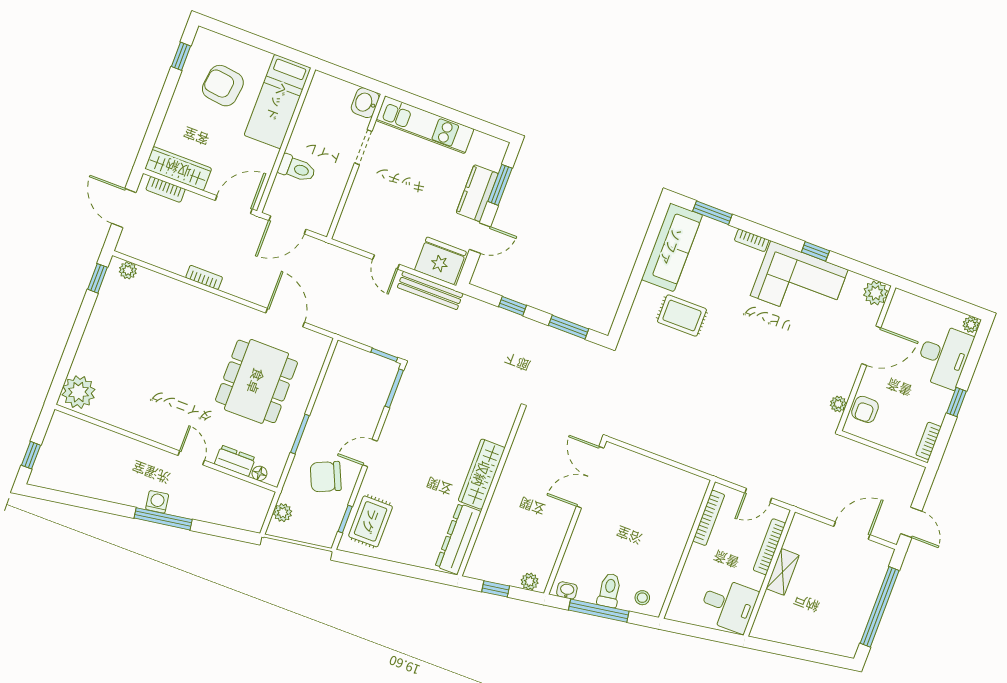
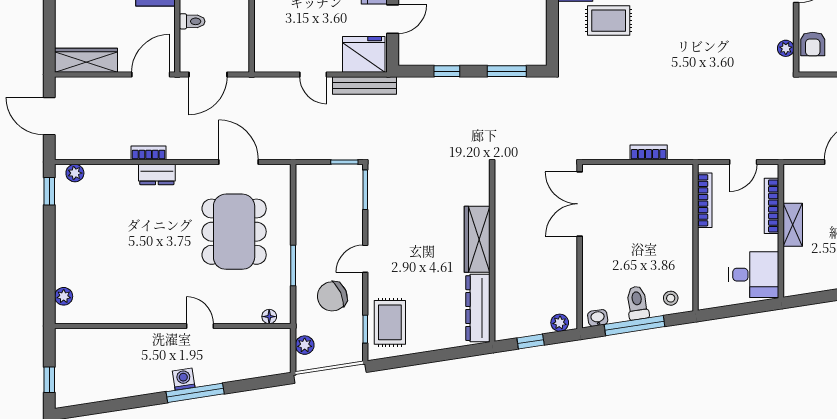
toilet: (297, 168) -> (192, 21), width x0.73, depth x0.72
bookcase: (166, 189) -> (649, 152), moved, turned 180
plant: (79, 392) -> (64, 296), width x0.53, depth x0.53
dresser: (235, 461) -> (157, 174), moved, turned 180

